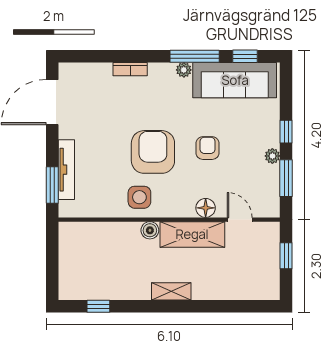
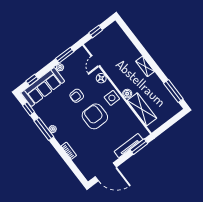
sofa: (235, 80) -> (43, 87), moved, turned 90
window: (286, 132) -> (32, 80), moved
armchair: (153, 152) -> (95, 116), turned 90
side table: (139, 197) -> (112, 98), moved
shelving: (192, 234) -> (142, 109), moved
window: (98, 306) -> (173, 91), width x2.17

